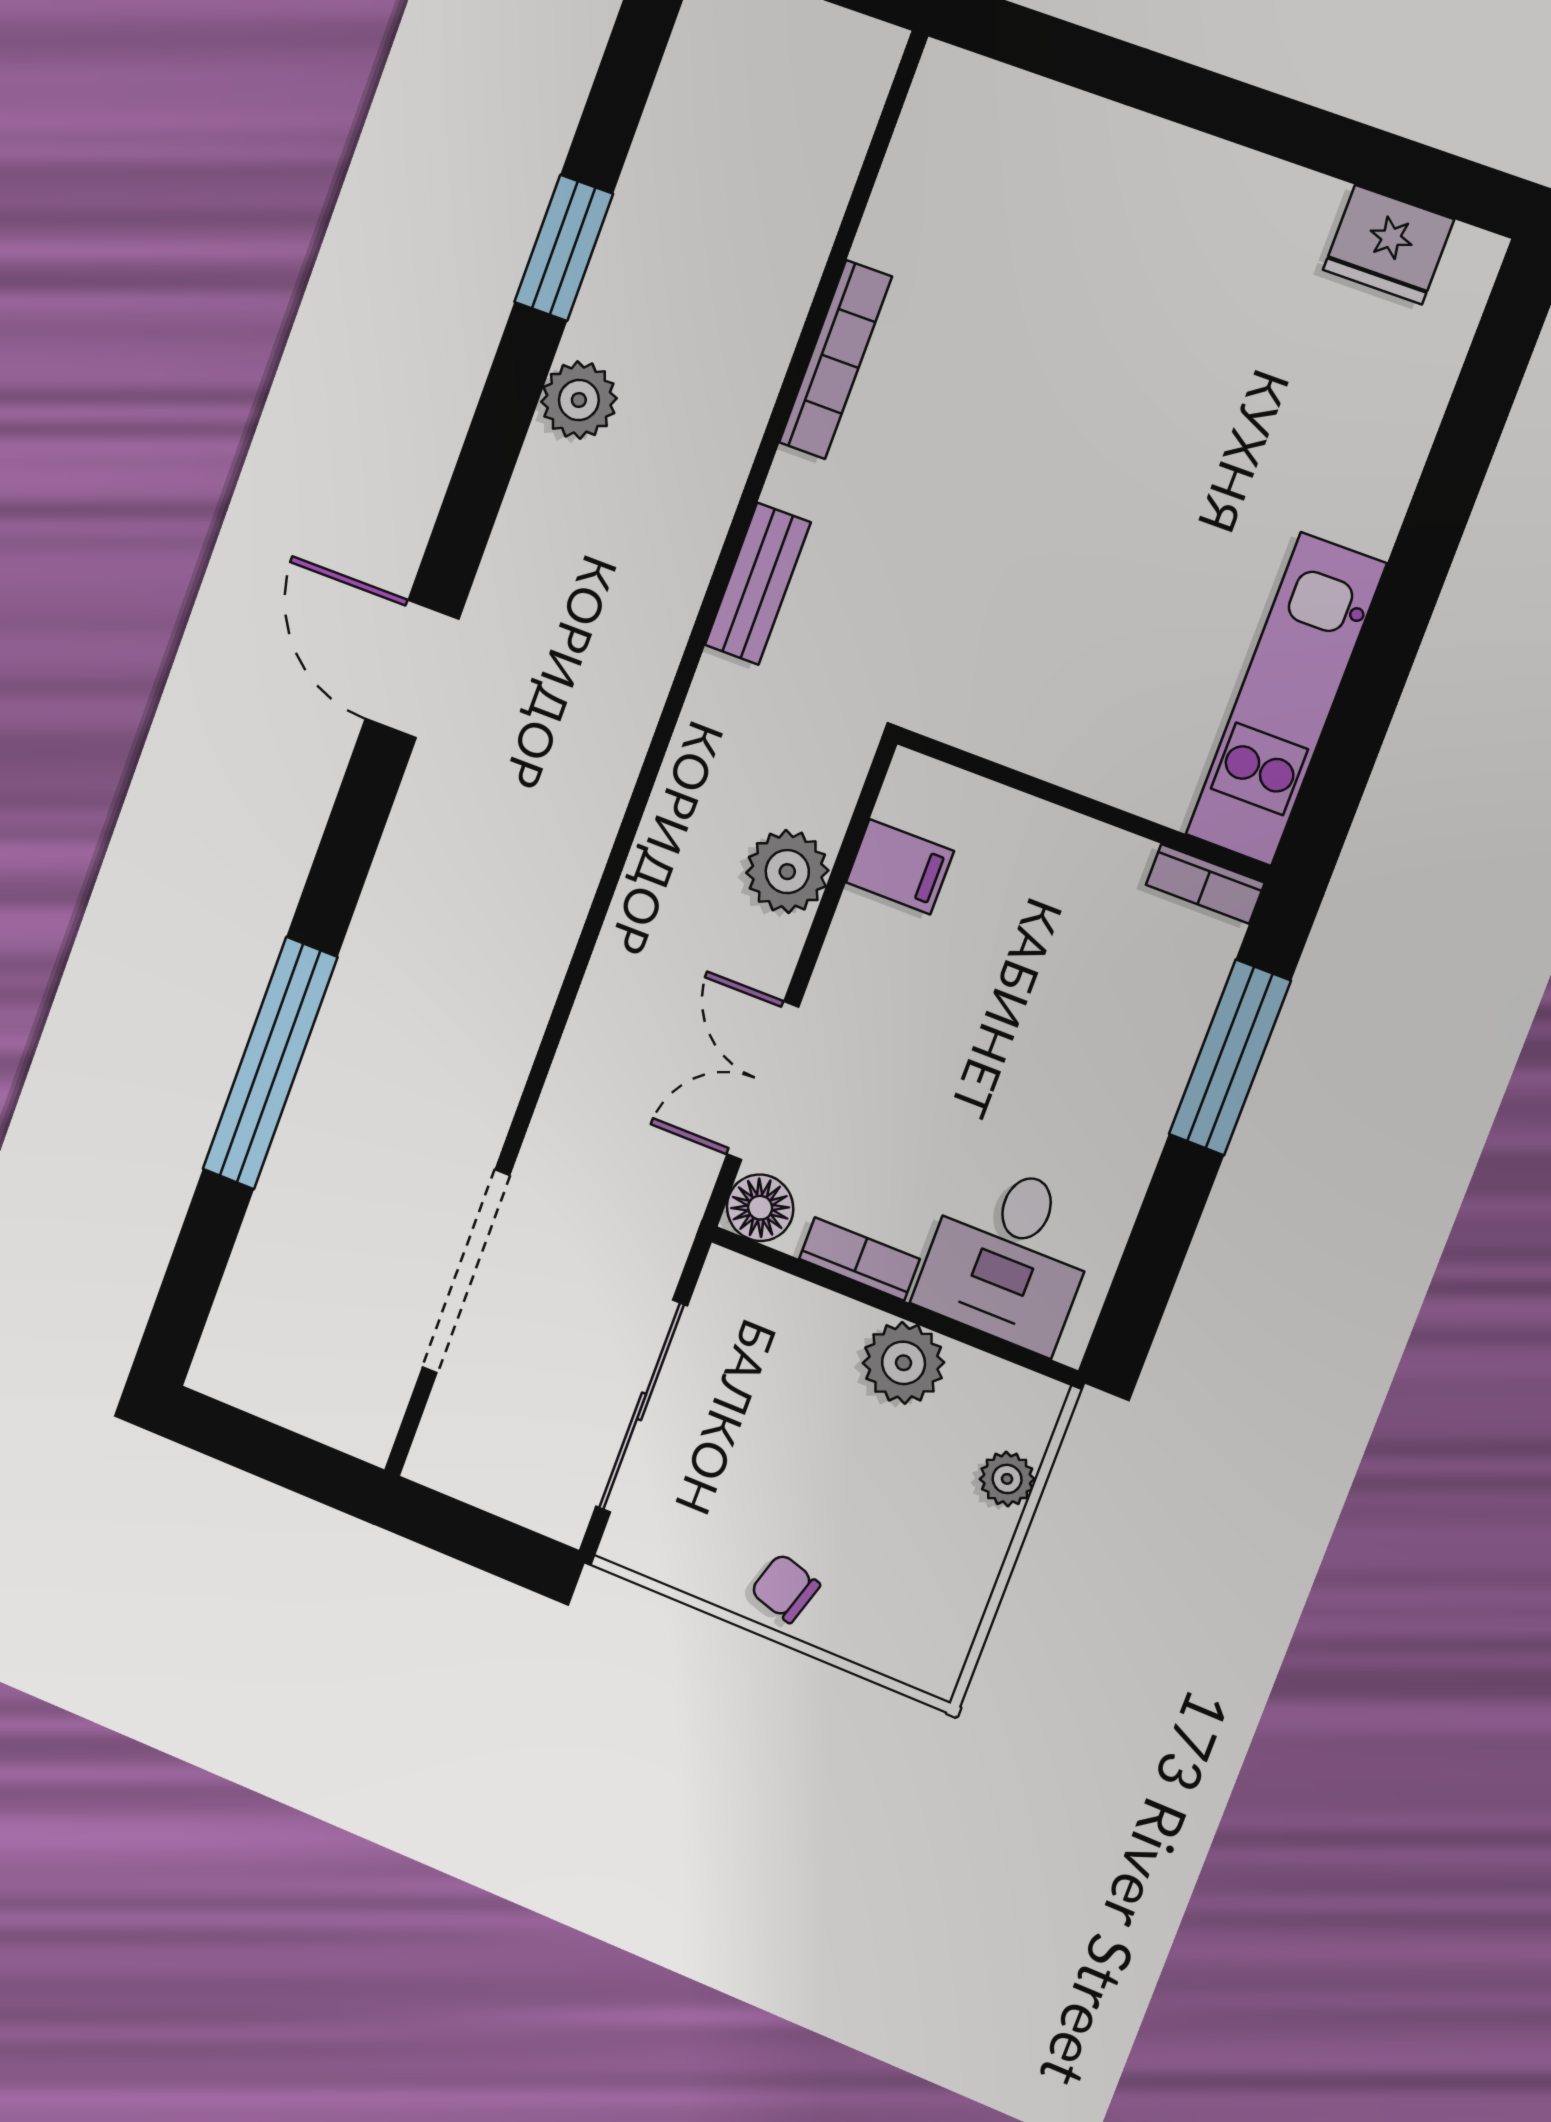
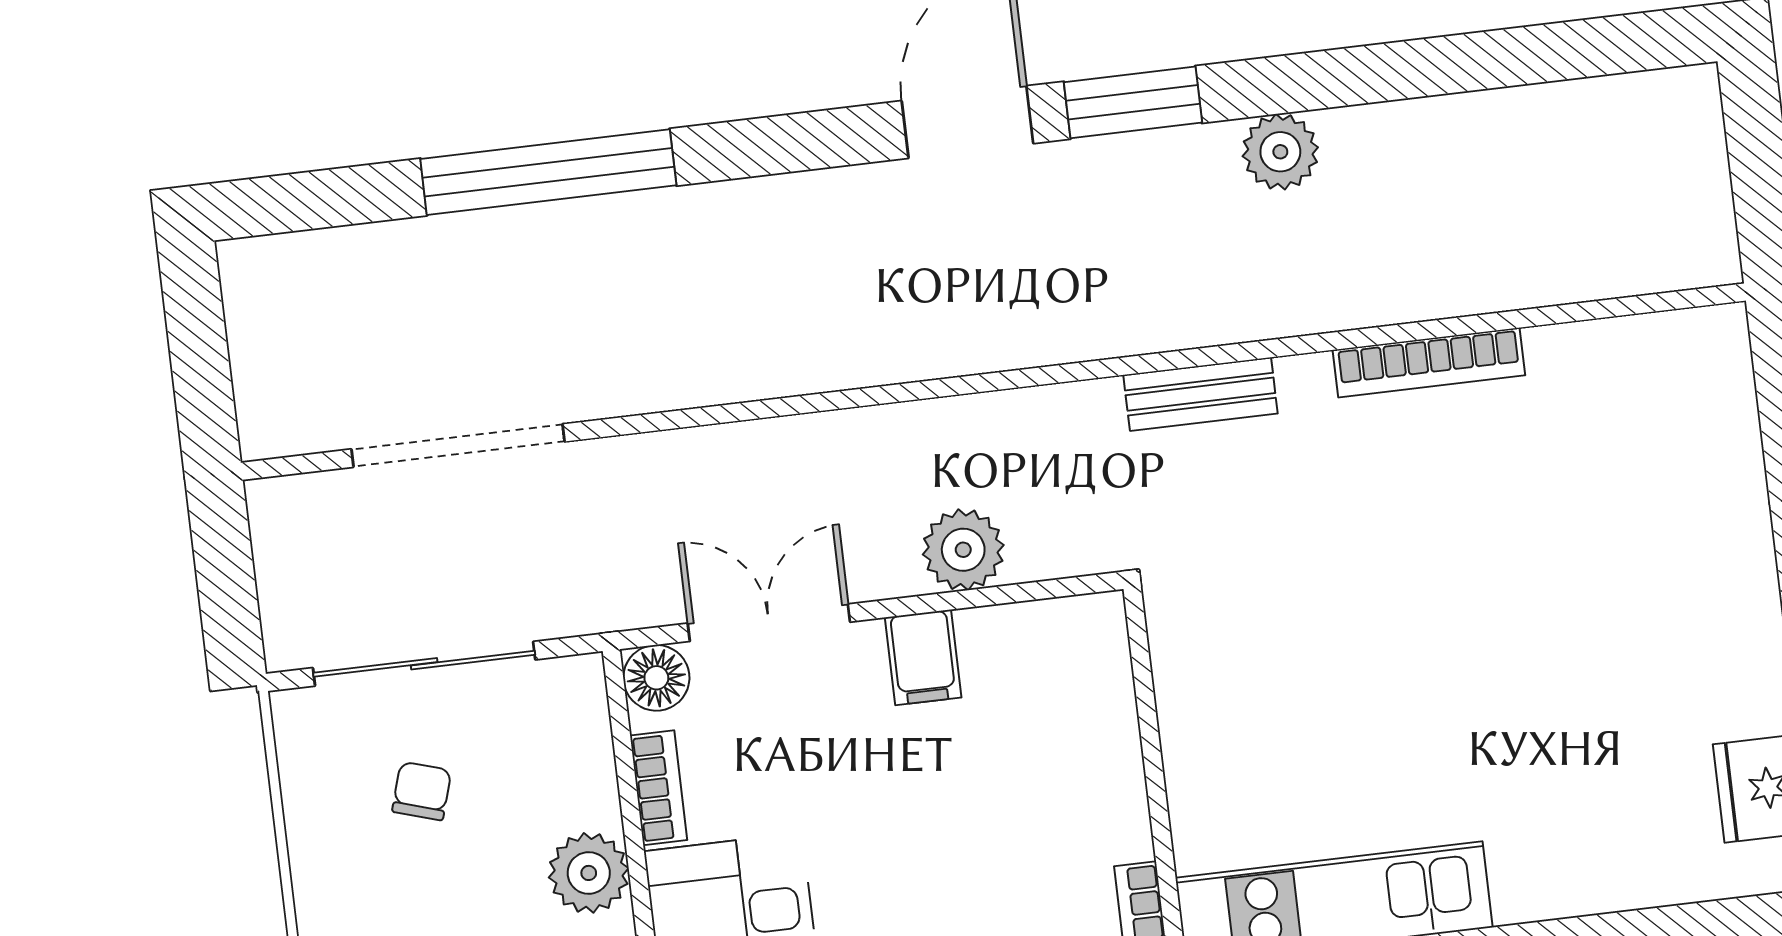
window: (564, 248) -> (1133, 102), moved
filing cabinet: (900, 867) -> (923, 657), moved
chair: (785, 1588) -> (422, 791), moved

